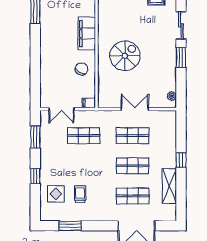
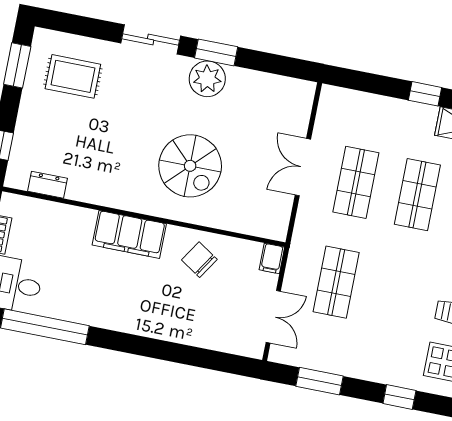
spiral stairs: (125, 56) -> (190, 166), turned 180
plant: (172, 96) -> (207, 79), moved, width x1.88, depth x1.88

